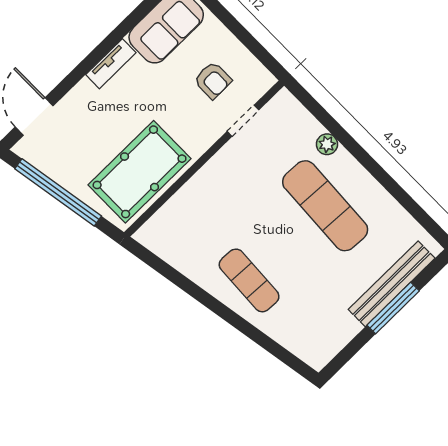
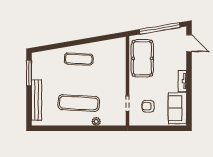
window: (393, 308) -> (29, 73), moved

